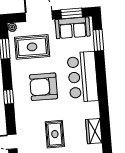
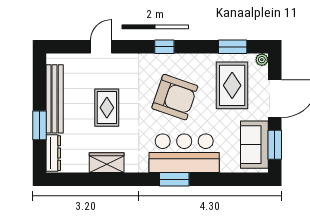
window: (98, 40) -> (174, 179), moved
armchair: (44, 87) -> (175, 97), turned 109
rug: (55, 134) -> (107, 108), turned 90

